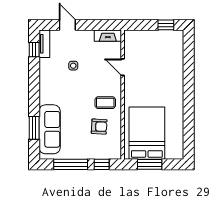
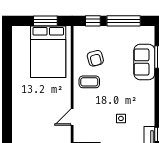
door: (123, 67) -> (72, 117), swing flipped
armchair: (99, 127) -> (95, 58), turned -108
sofa: (50, 129) -> (144, 62), width x0.73

